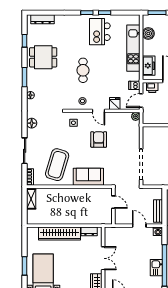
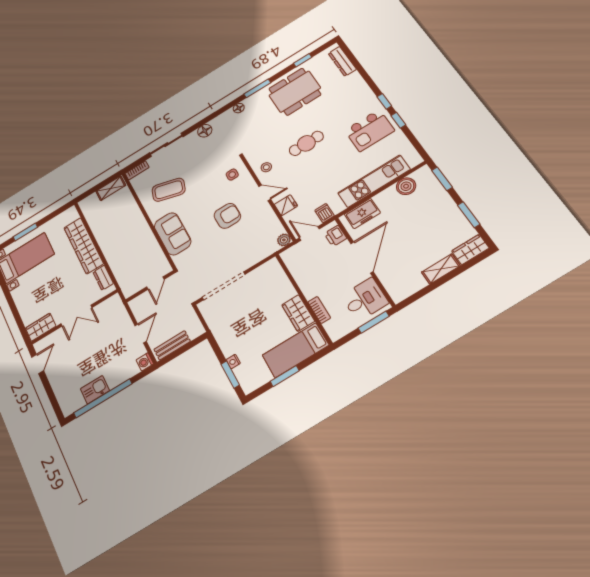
kitchen island: (100, 32) -> (370, 130), turned 180
dining table: (43, 57) -> (295, 92), width x1.37
door: (99, 111) -> (265, 193), swing flipped
coffee table: (57, 165) -> (169, 190), width x0.73, depth x0.76

